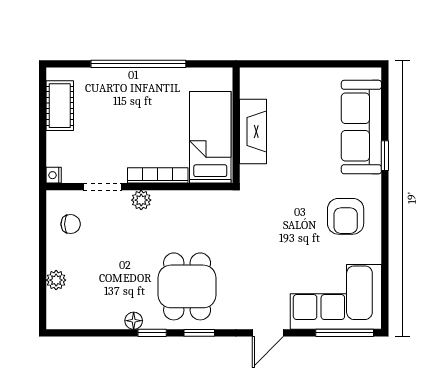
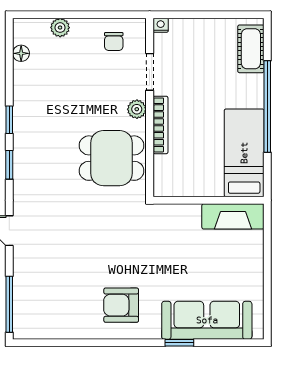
cot: (60, 106) -> (251, 49), moved, turned 90
fireplace: (253, 131) -> (233, 216), moved
bed: (210, 137) -> (244, 153), moved, turned -90
dining table: (187, 286) -> (112, 158), moved
corner sofa: (336, 297) -> (44, 296), removed
floor lamp: (134, 321) -> (21, 53), moved

